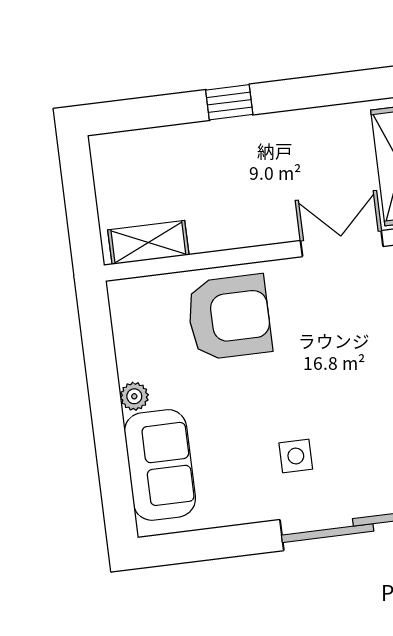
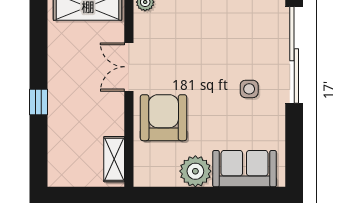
double door: (342, 244) -> (129, 67), moved
plant: (134, 396) -> (195, 171), width x1.88, depth x1.88

